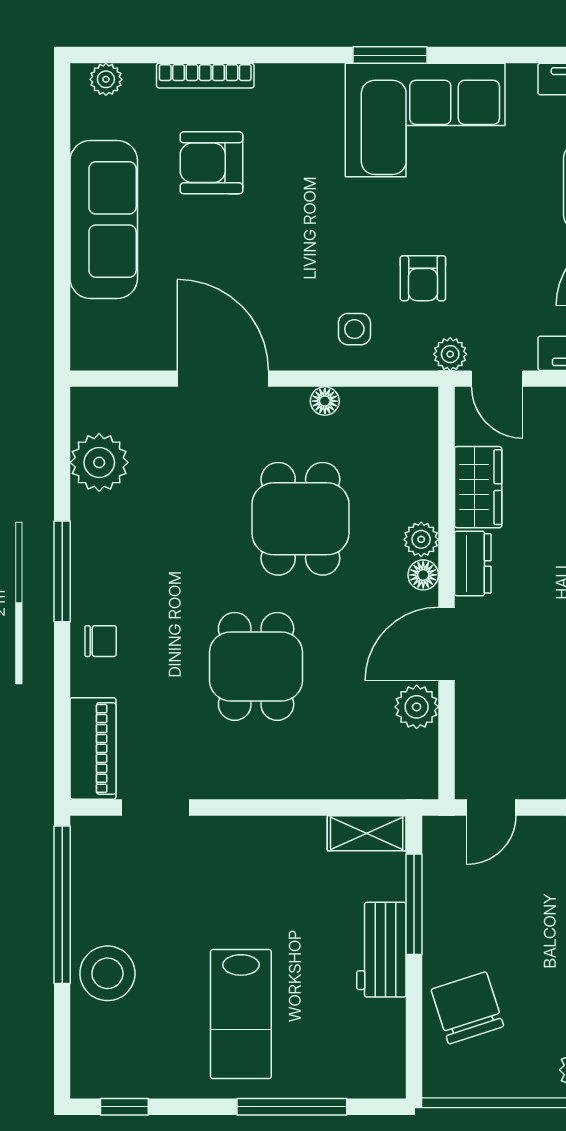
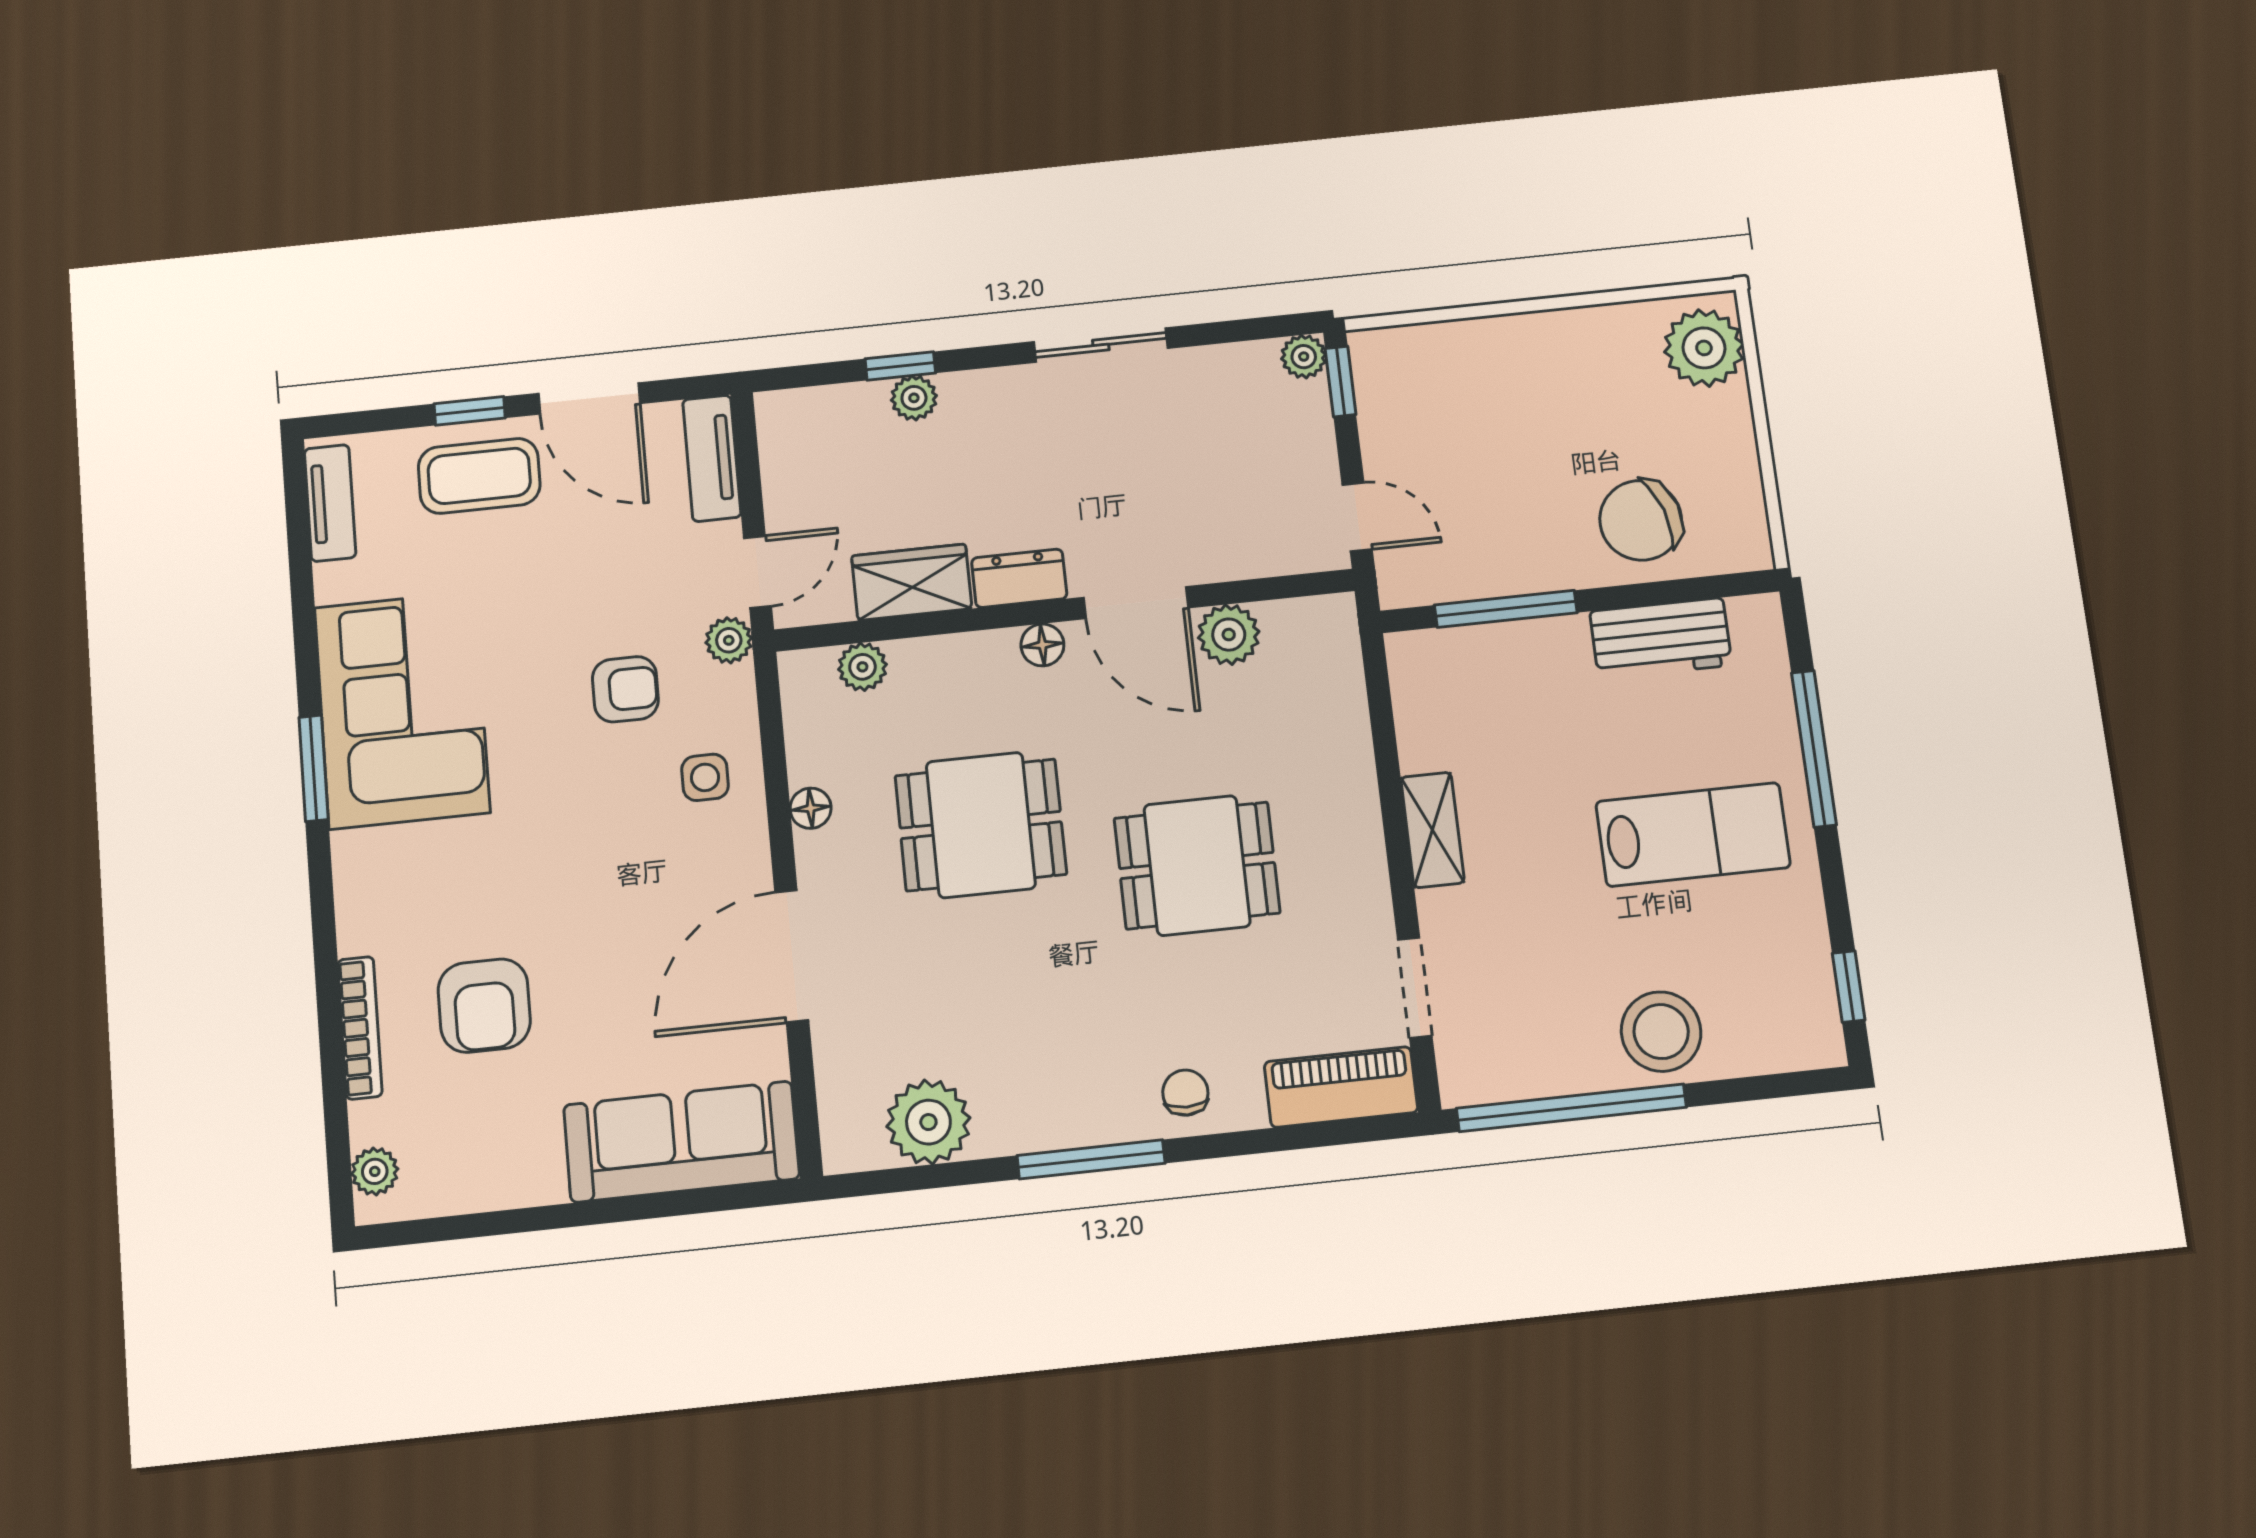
sofa: (104, 220) -> (681, 1142), moved
plant: (421, 539) -> (862, 667), moved
shelving: (367, 833) -> (1432, 830), moved
workbench: (381, 950) -> (1661, 638), moved

